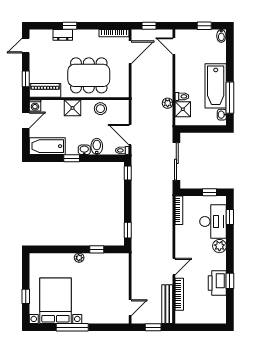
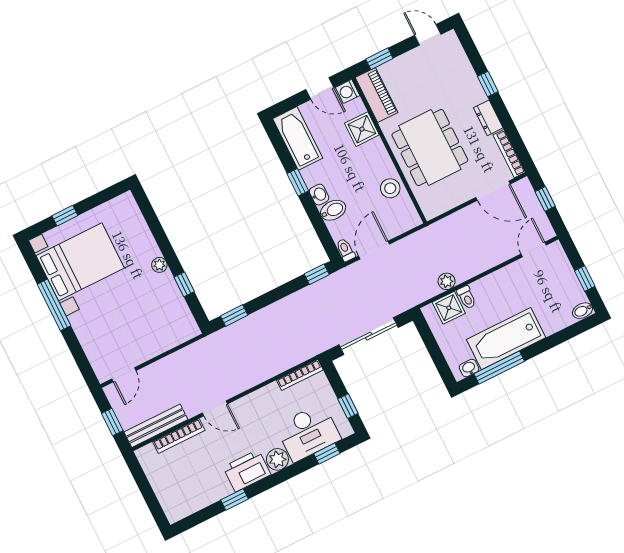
dresser: (63, 35) -> (488, 118), moved
shower: (72, 108) -> (362, 129), moved
printer: (217, 283) -> (247, 471), moved
door: (130, 308) -> (124, 375), hinge flipped

